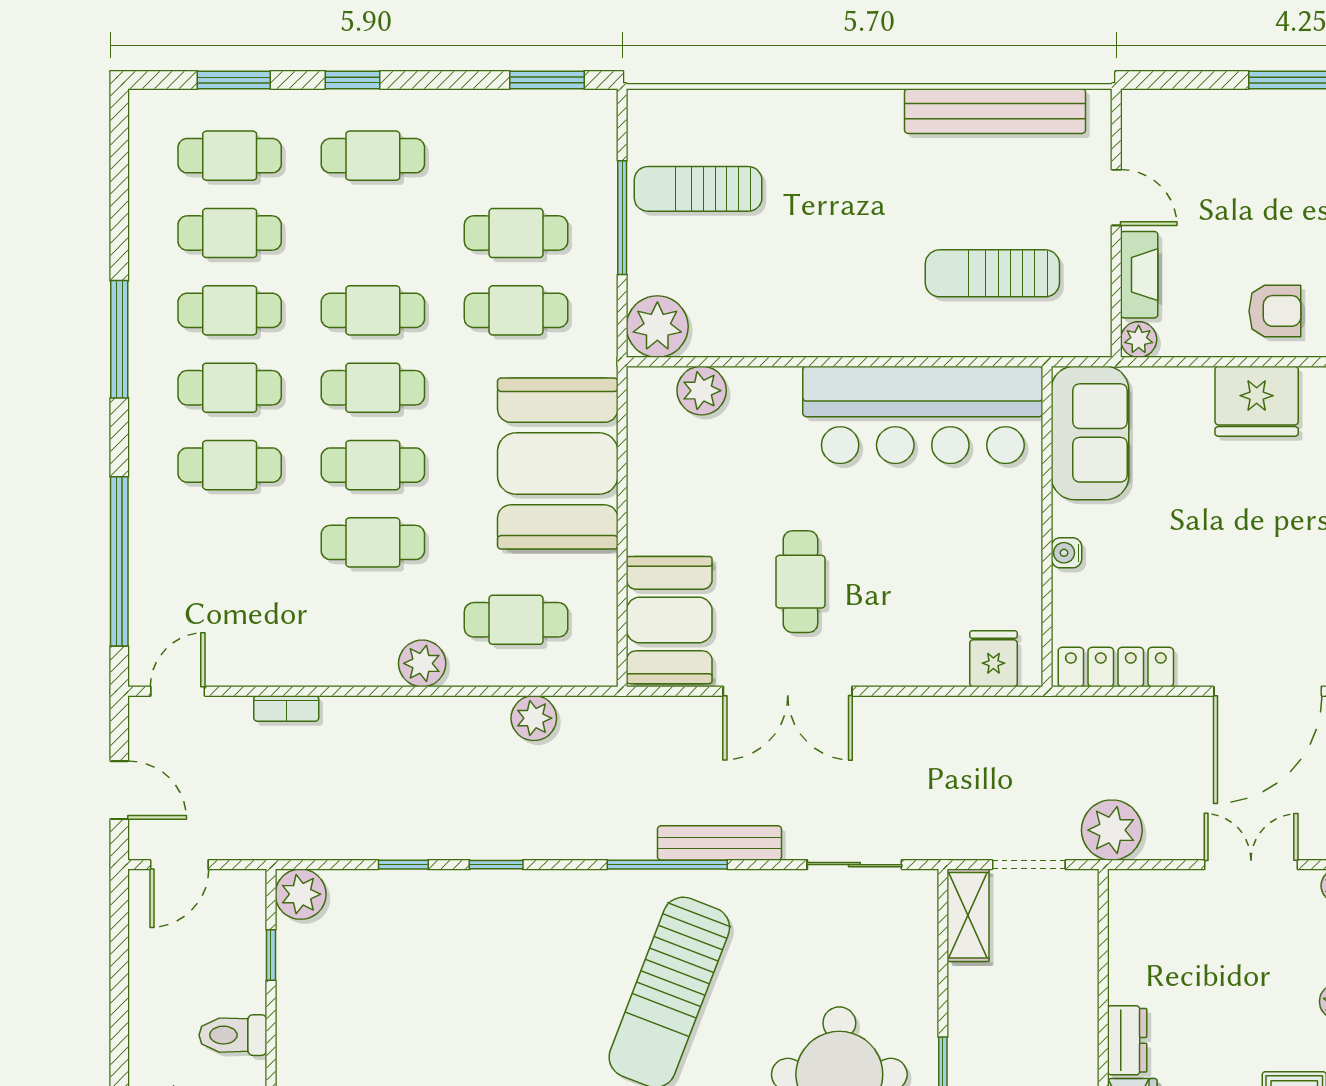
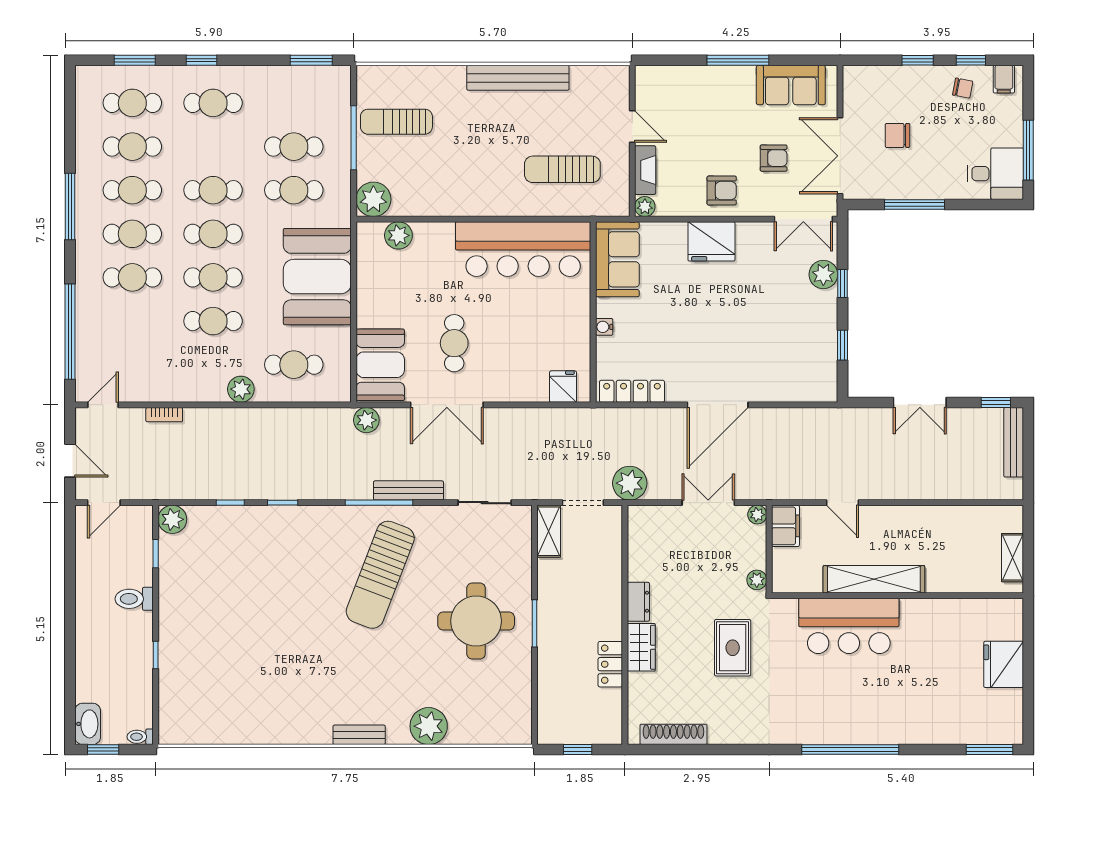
bench: (995, 111) -> (518, 78), moved
plant: (534, 718) -> (366, 420), moved

